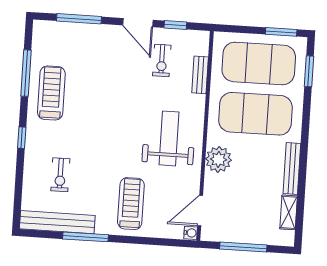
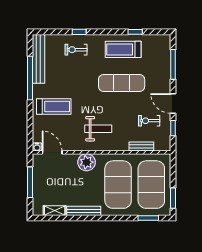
door: (138, 23) -> (173, 103), hinge flipped
window: (26, 73) -> (135, 32), width x0.46
treadmill: (51, 93) -> (123, 49), turned 180
exercise mat: (102, 99) -> (122, 83), added
window: (22, 138) -> (79, 32), moved
weight bench: (169, 138) -> (98, 129), width x0.73, depth x0.75
exercise bike: (60, 175) -> (76, 50), moved
window: (86, 237) -> (30, 78), width x1.46

